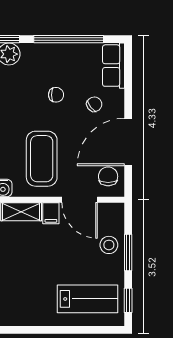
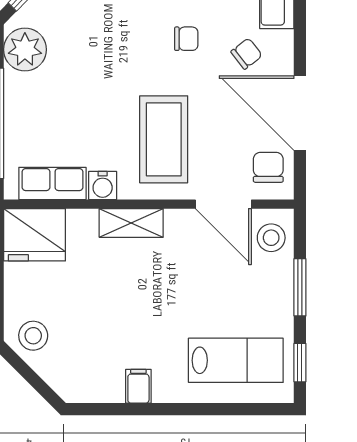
door: (128, 142) -> (300, 113), hinge flipped
filing cabinet: (51, 213) -> (138, 386), moved, turned 180
stool: (109, 245) -> (271, 238), moved

